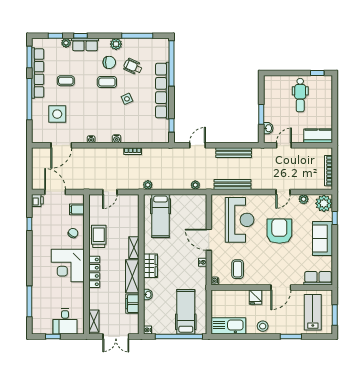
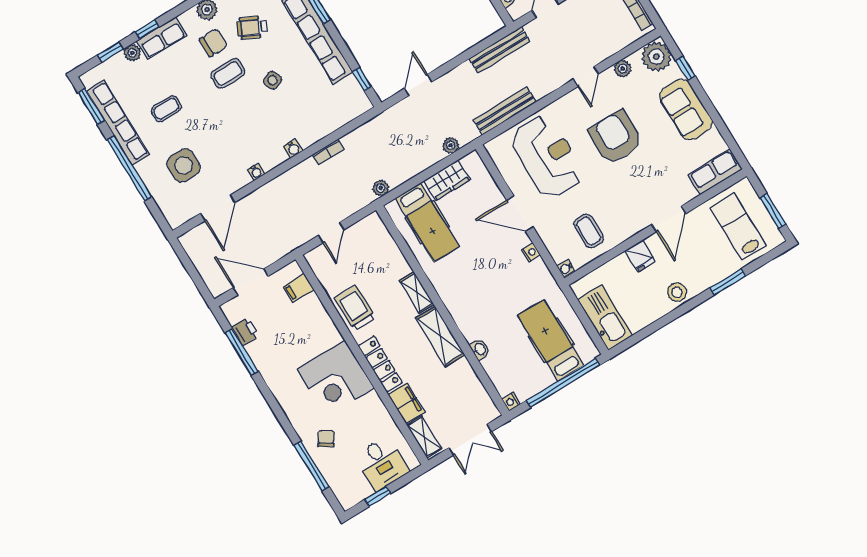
bench: (234, 153) -> (500, 50), moved
printer: (37, 200) -> (245, 332), moved
window: (29, 224) -> (242, 352), width x2.17
chair: (73, 233) -> (326, 439), moved
wardrobe: (150, 266) -> (447, 180), moved, turned 90
filing cabinet: (132, 304) -> (406, 403), moved, turned 180
kitchen sink: (228, 326) -> (605, 317), moved, turned 90

